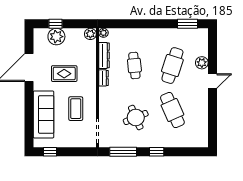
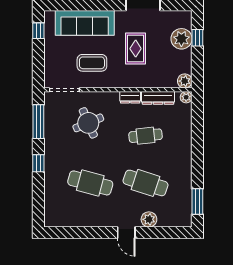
cafe table: (172, 110) -> (90, 183), turned 39
round table: (136, 117) -> (88, 123), moved

